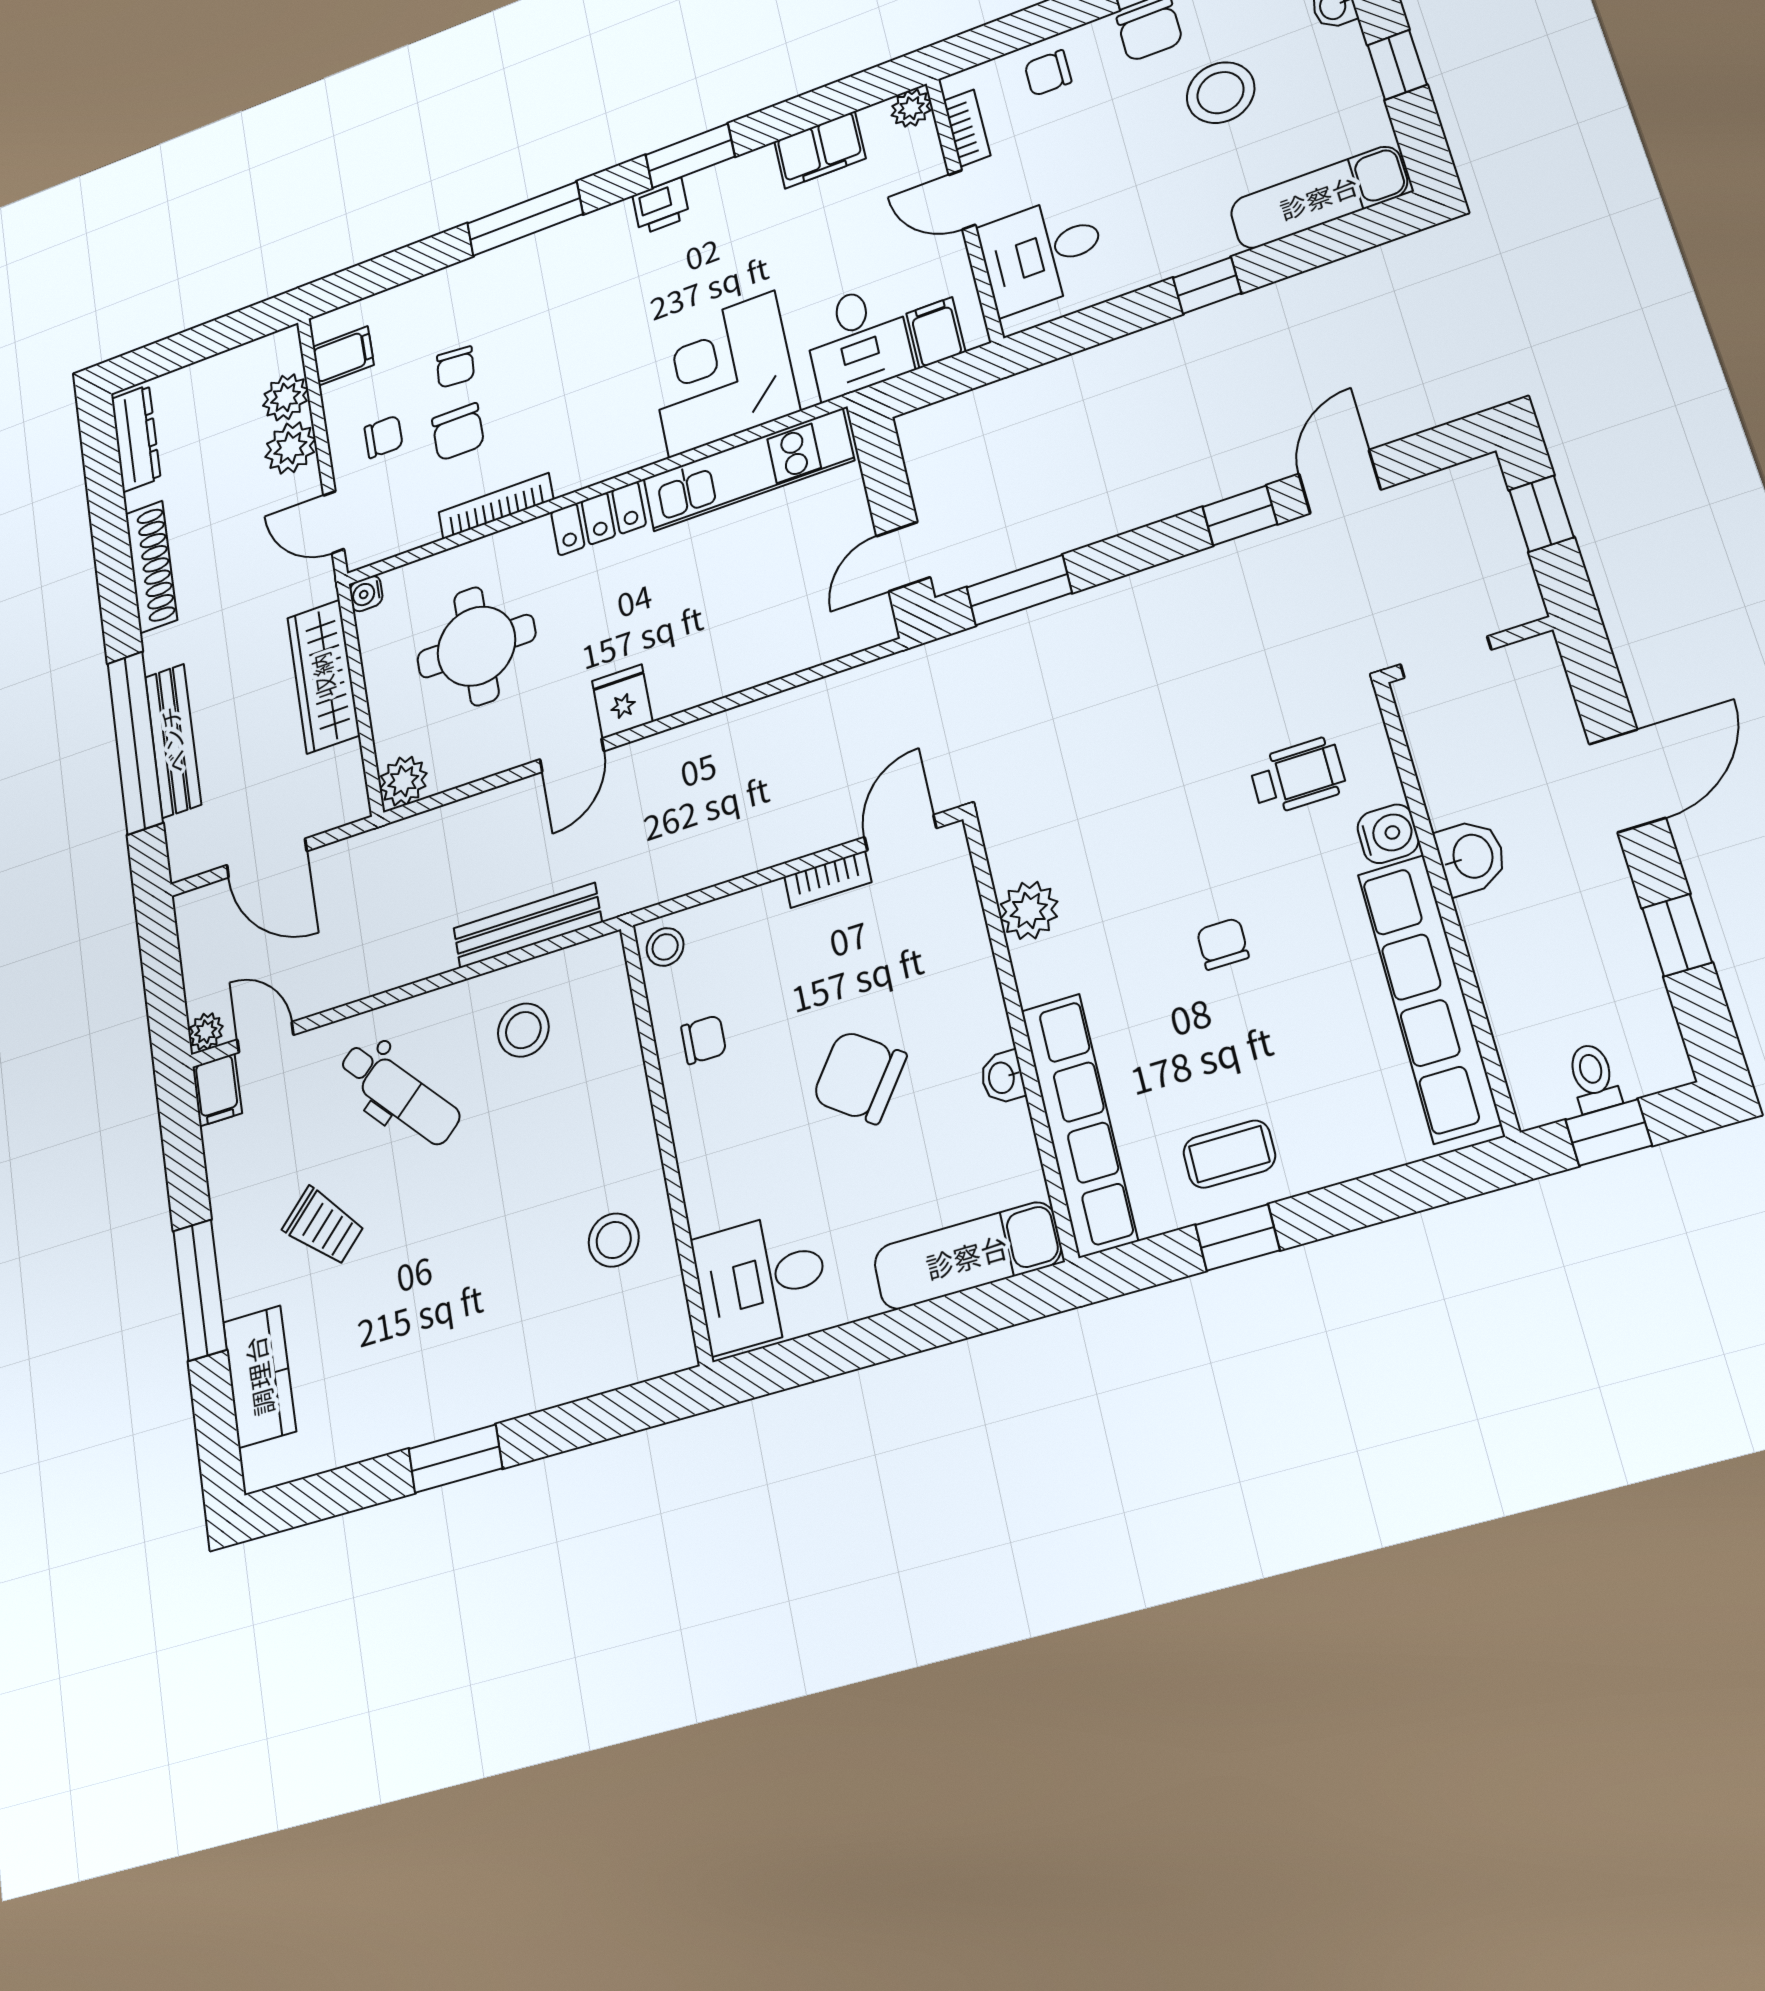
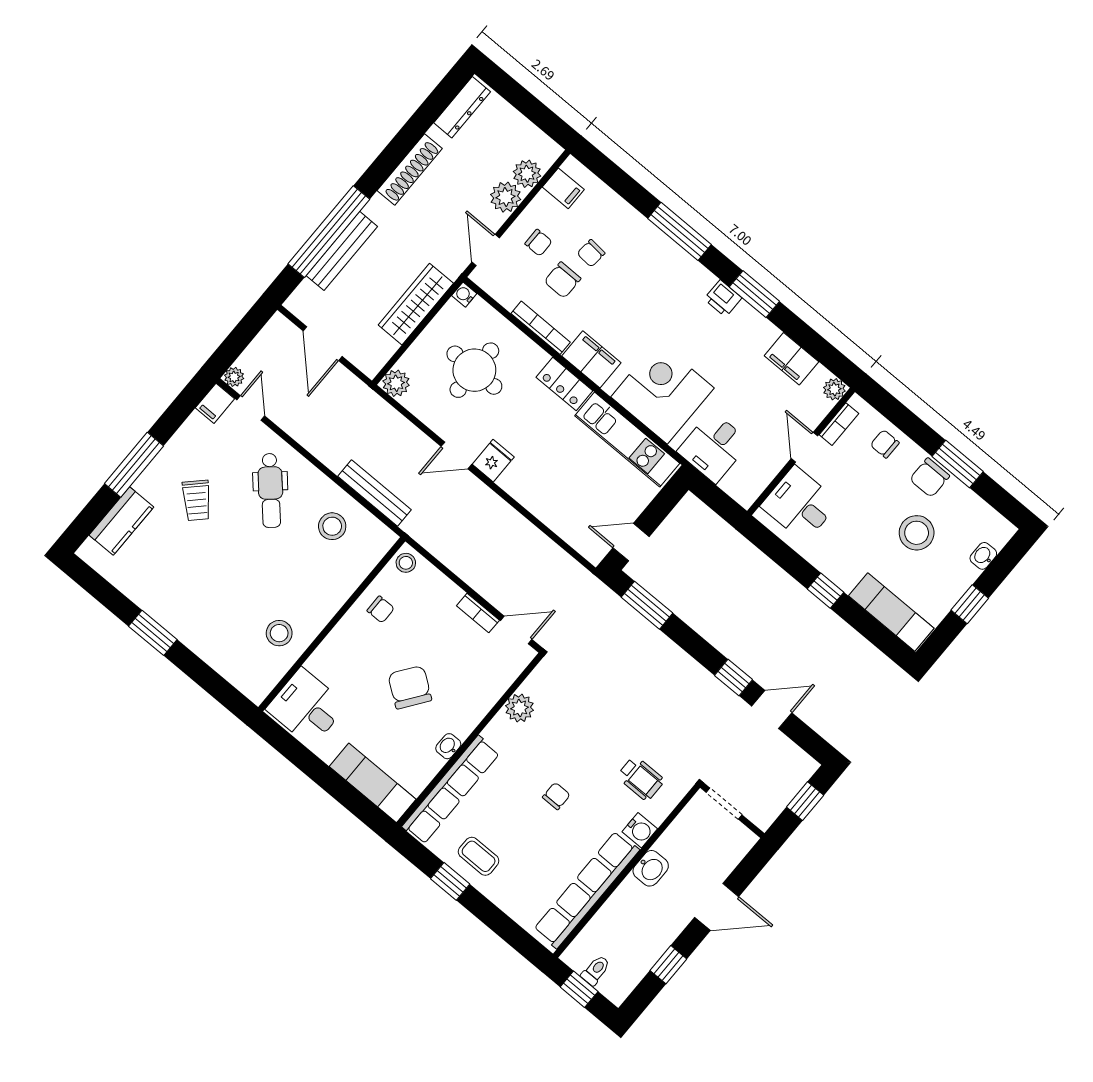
filing cabinet: (936, 333) -> (591, 359), moved, width x2.00

